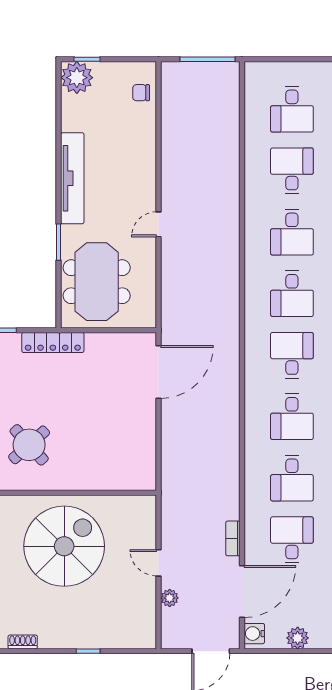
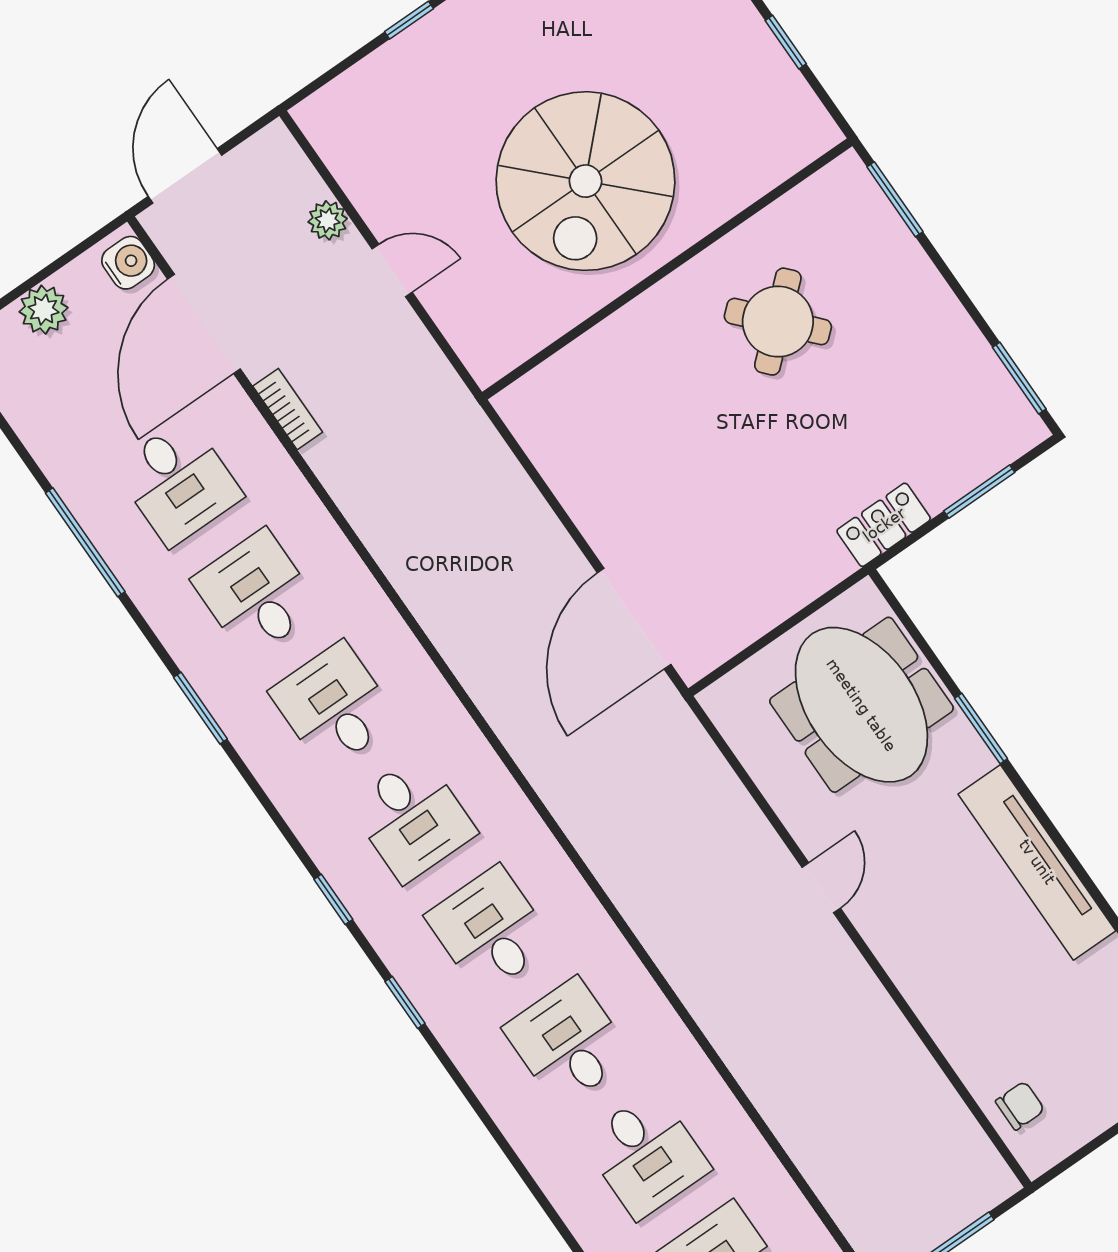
locker: (53, 343) -> (884, 525), width x0.66

